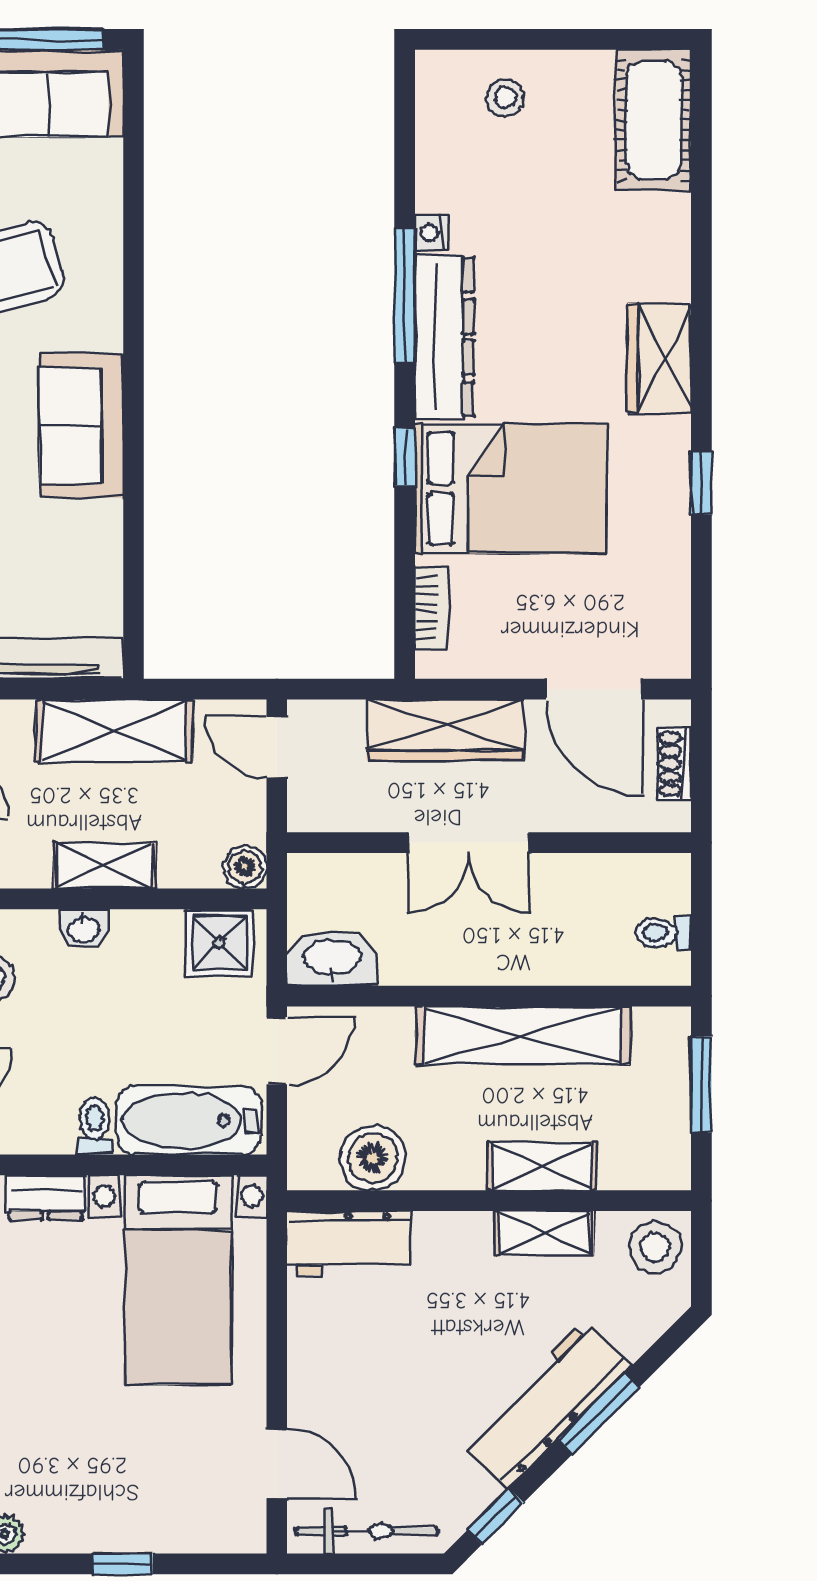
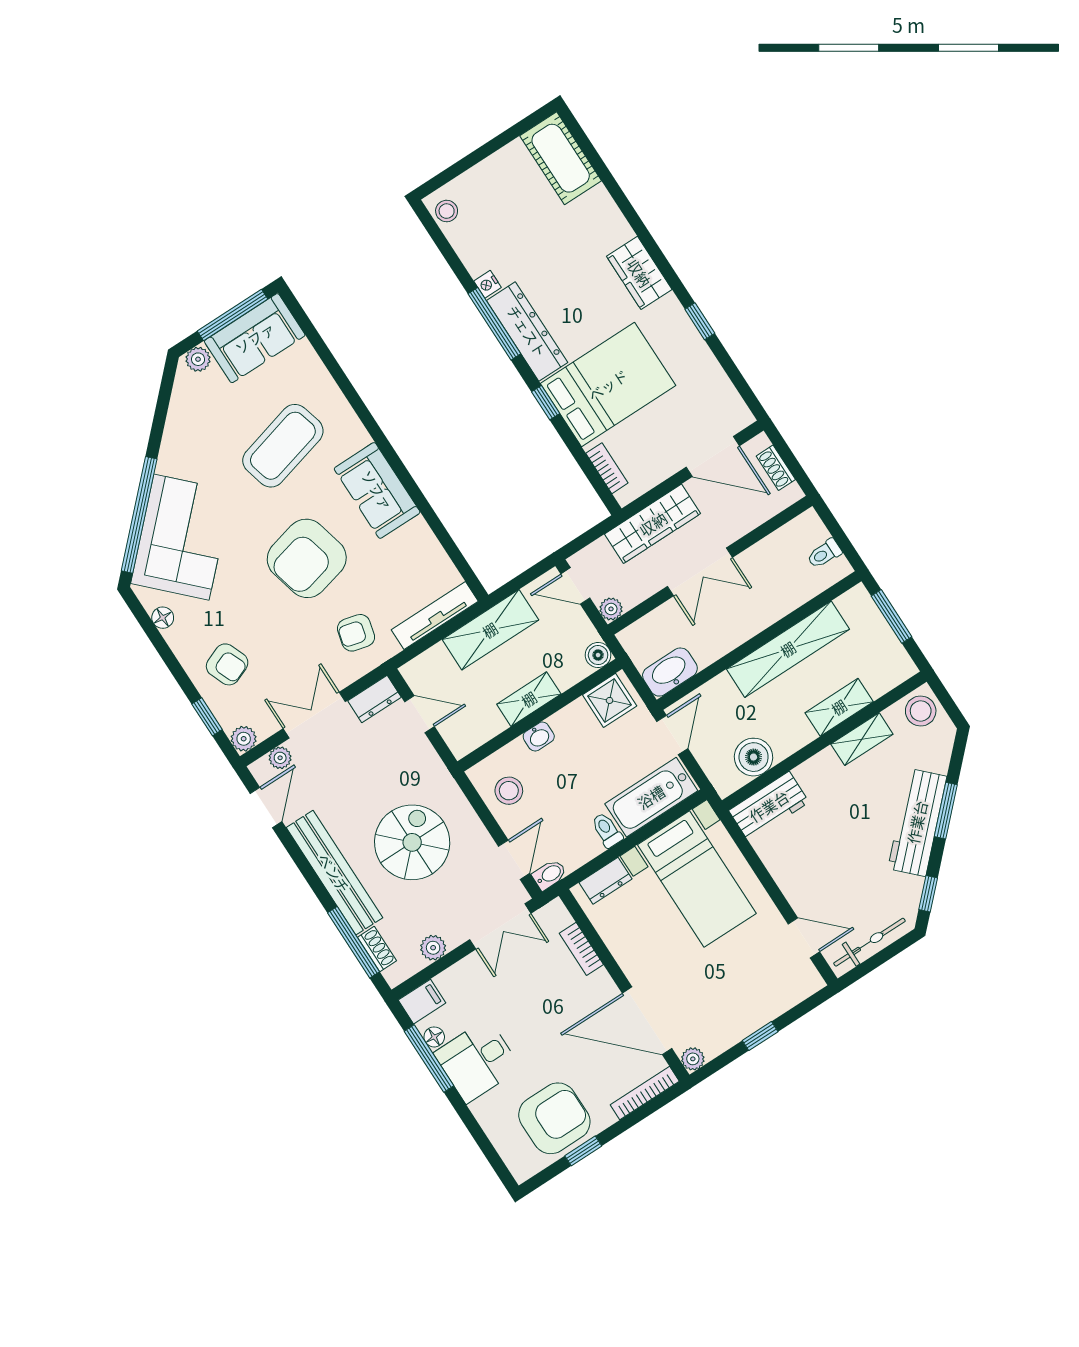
stool: (505, 98) -> (447, 211), moved
plant: (306, 813) -> (611, 609), added

